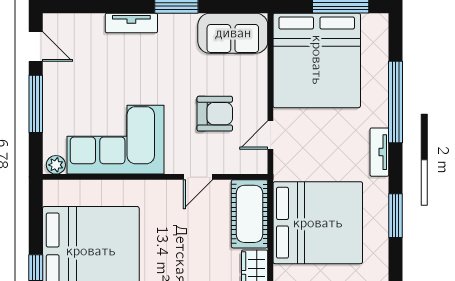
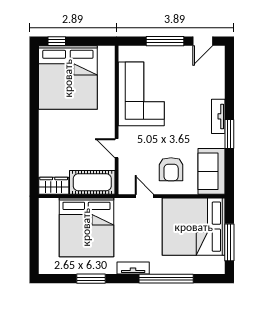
tv unit: (131, 23) -> (218, 116), moved
armchair: (215, 114) -> (171, 169), moved
plant: (56, 165) -> (125, 54), removed

